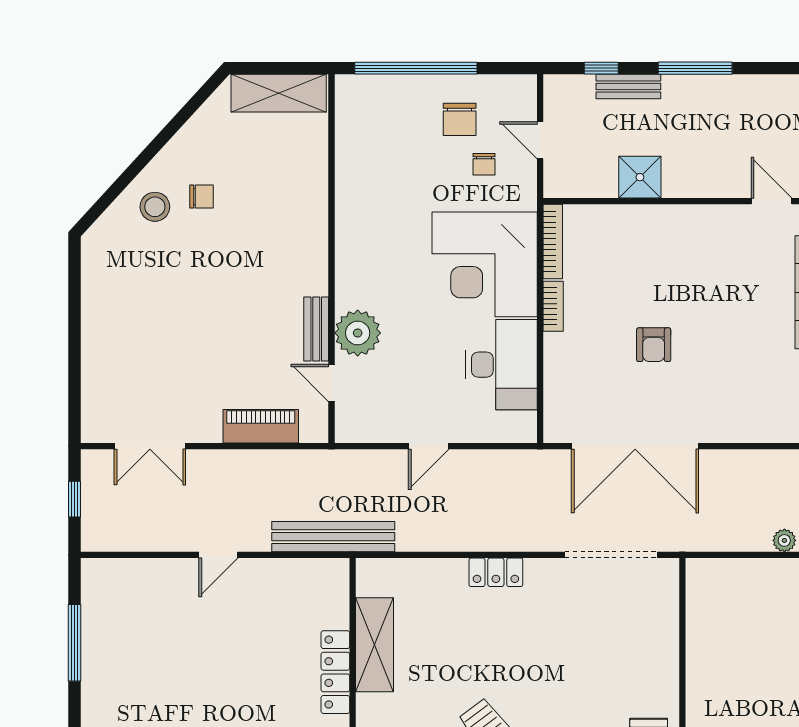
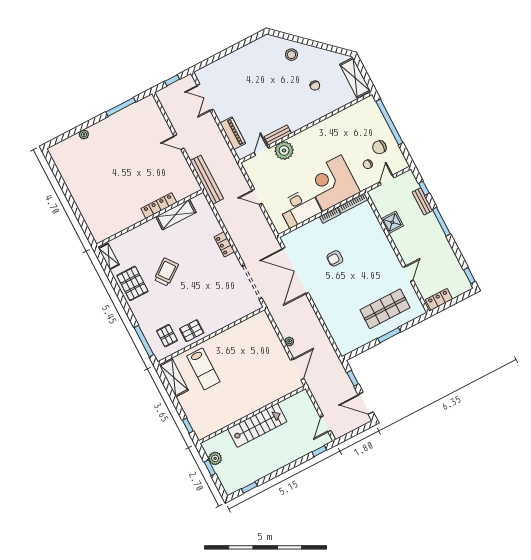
chair: (202, 196) -> (315, 86), moved

